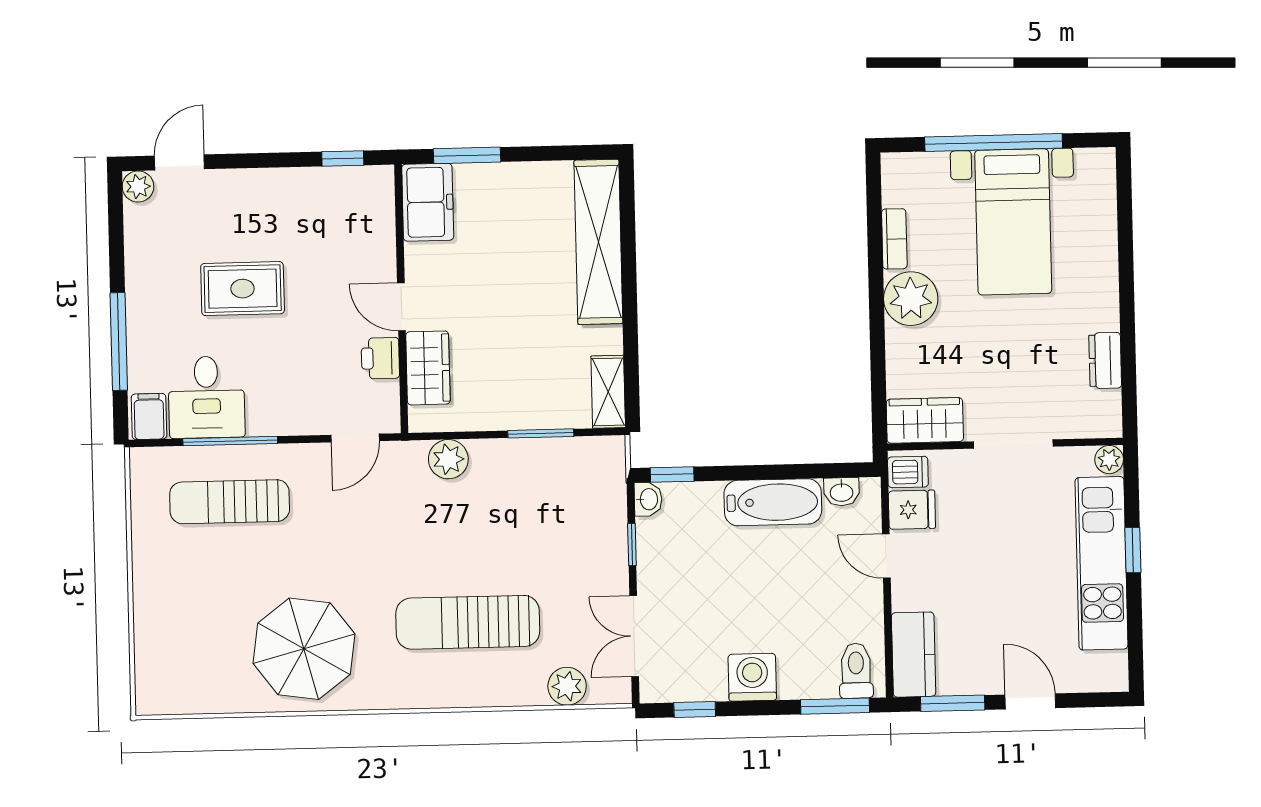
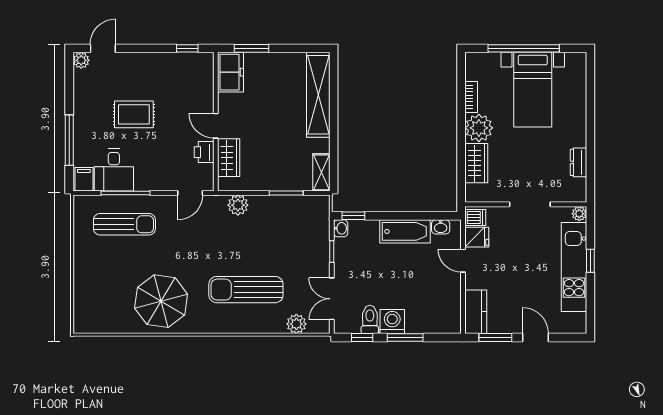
wardrobe: (925, 420) -> (476, 163), moved, turned 90
sun lounger: (230, 502) -> (124, 224), turned 180
toilet: (856, 671) -> (370, 319), moved
window: (835, 706) -> (405, 338), moved

